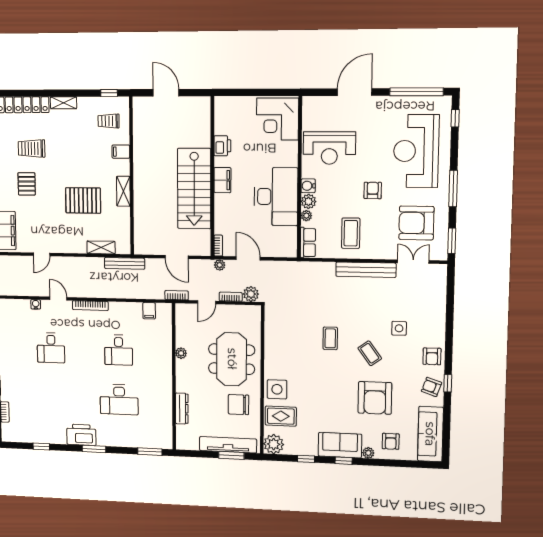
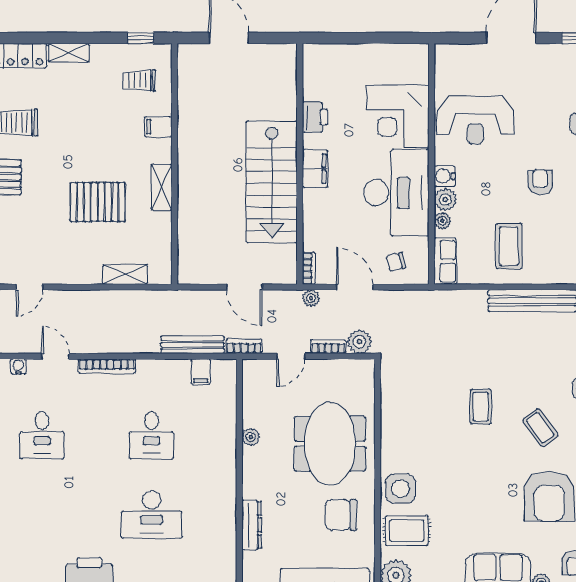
corner desk: (277, 119) -> (398, 116), moved
chair: (275, 242) -> (396, 262), added
bench: (125, 263) -> (193, 345), moved

